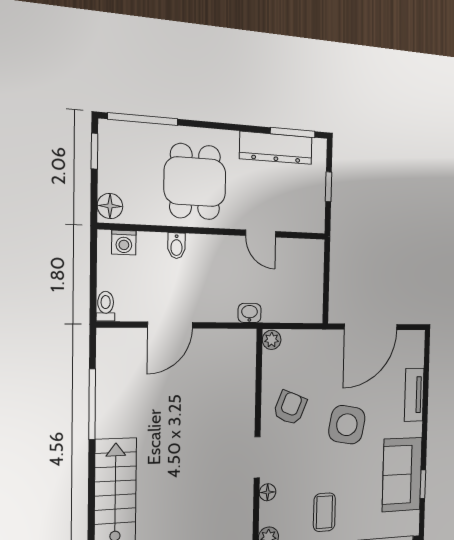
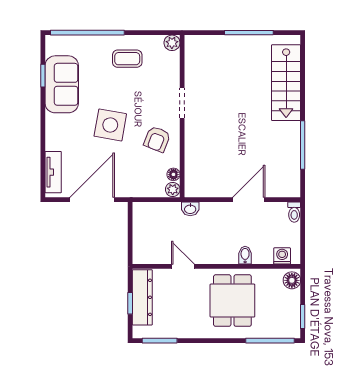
dresser: (276, 148) -> (142, 297), moved, turned 90
tv unit: (414, 395) -> (53, 172), moved
floor lamp: (268, 492) -> (173, 174), moved
coffee table: (324, 512) -> (127, 59), turned 90

